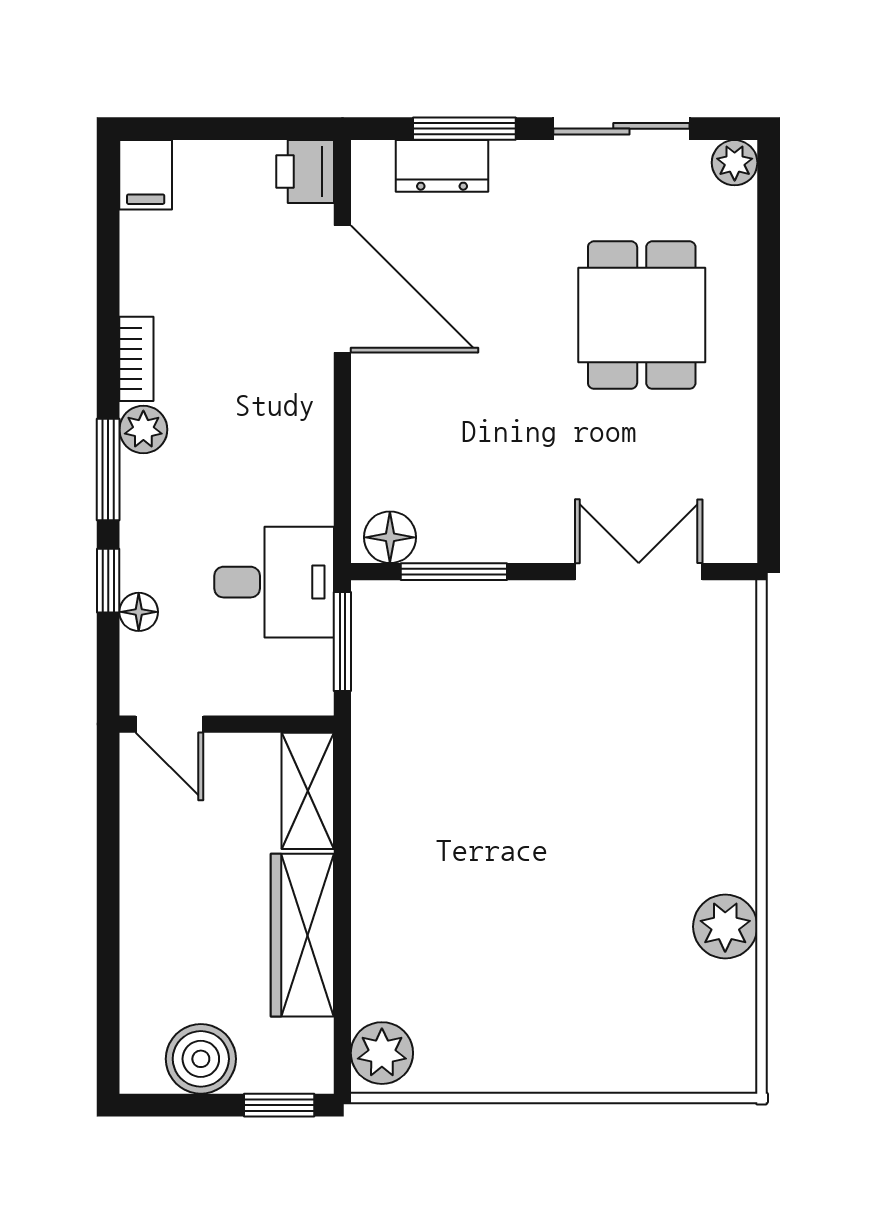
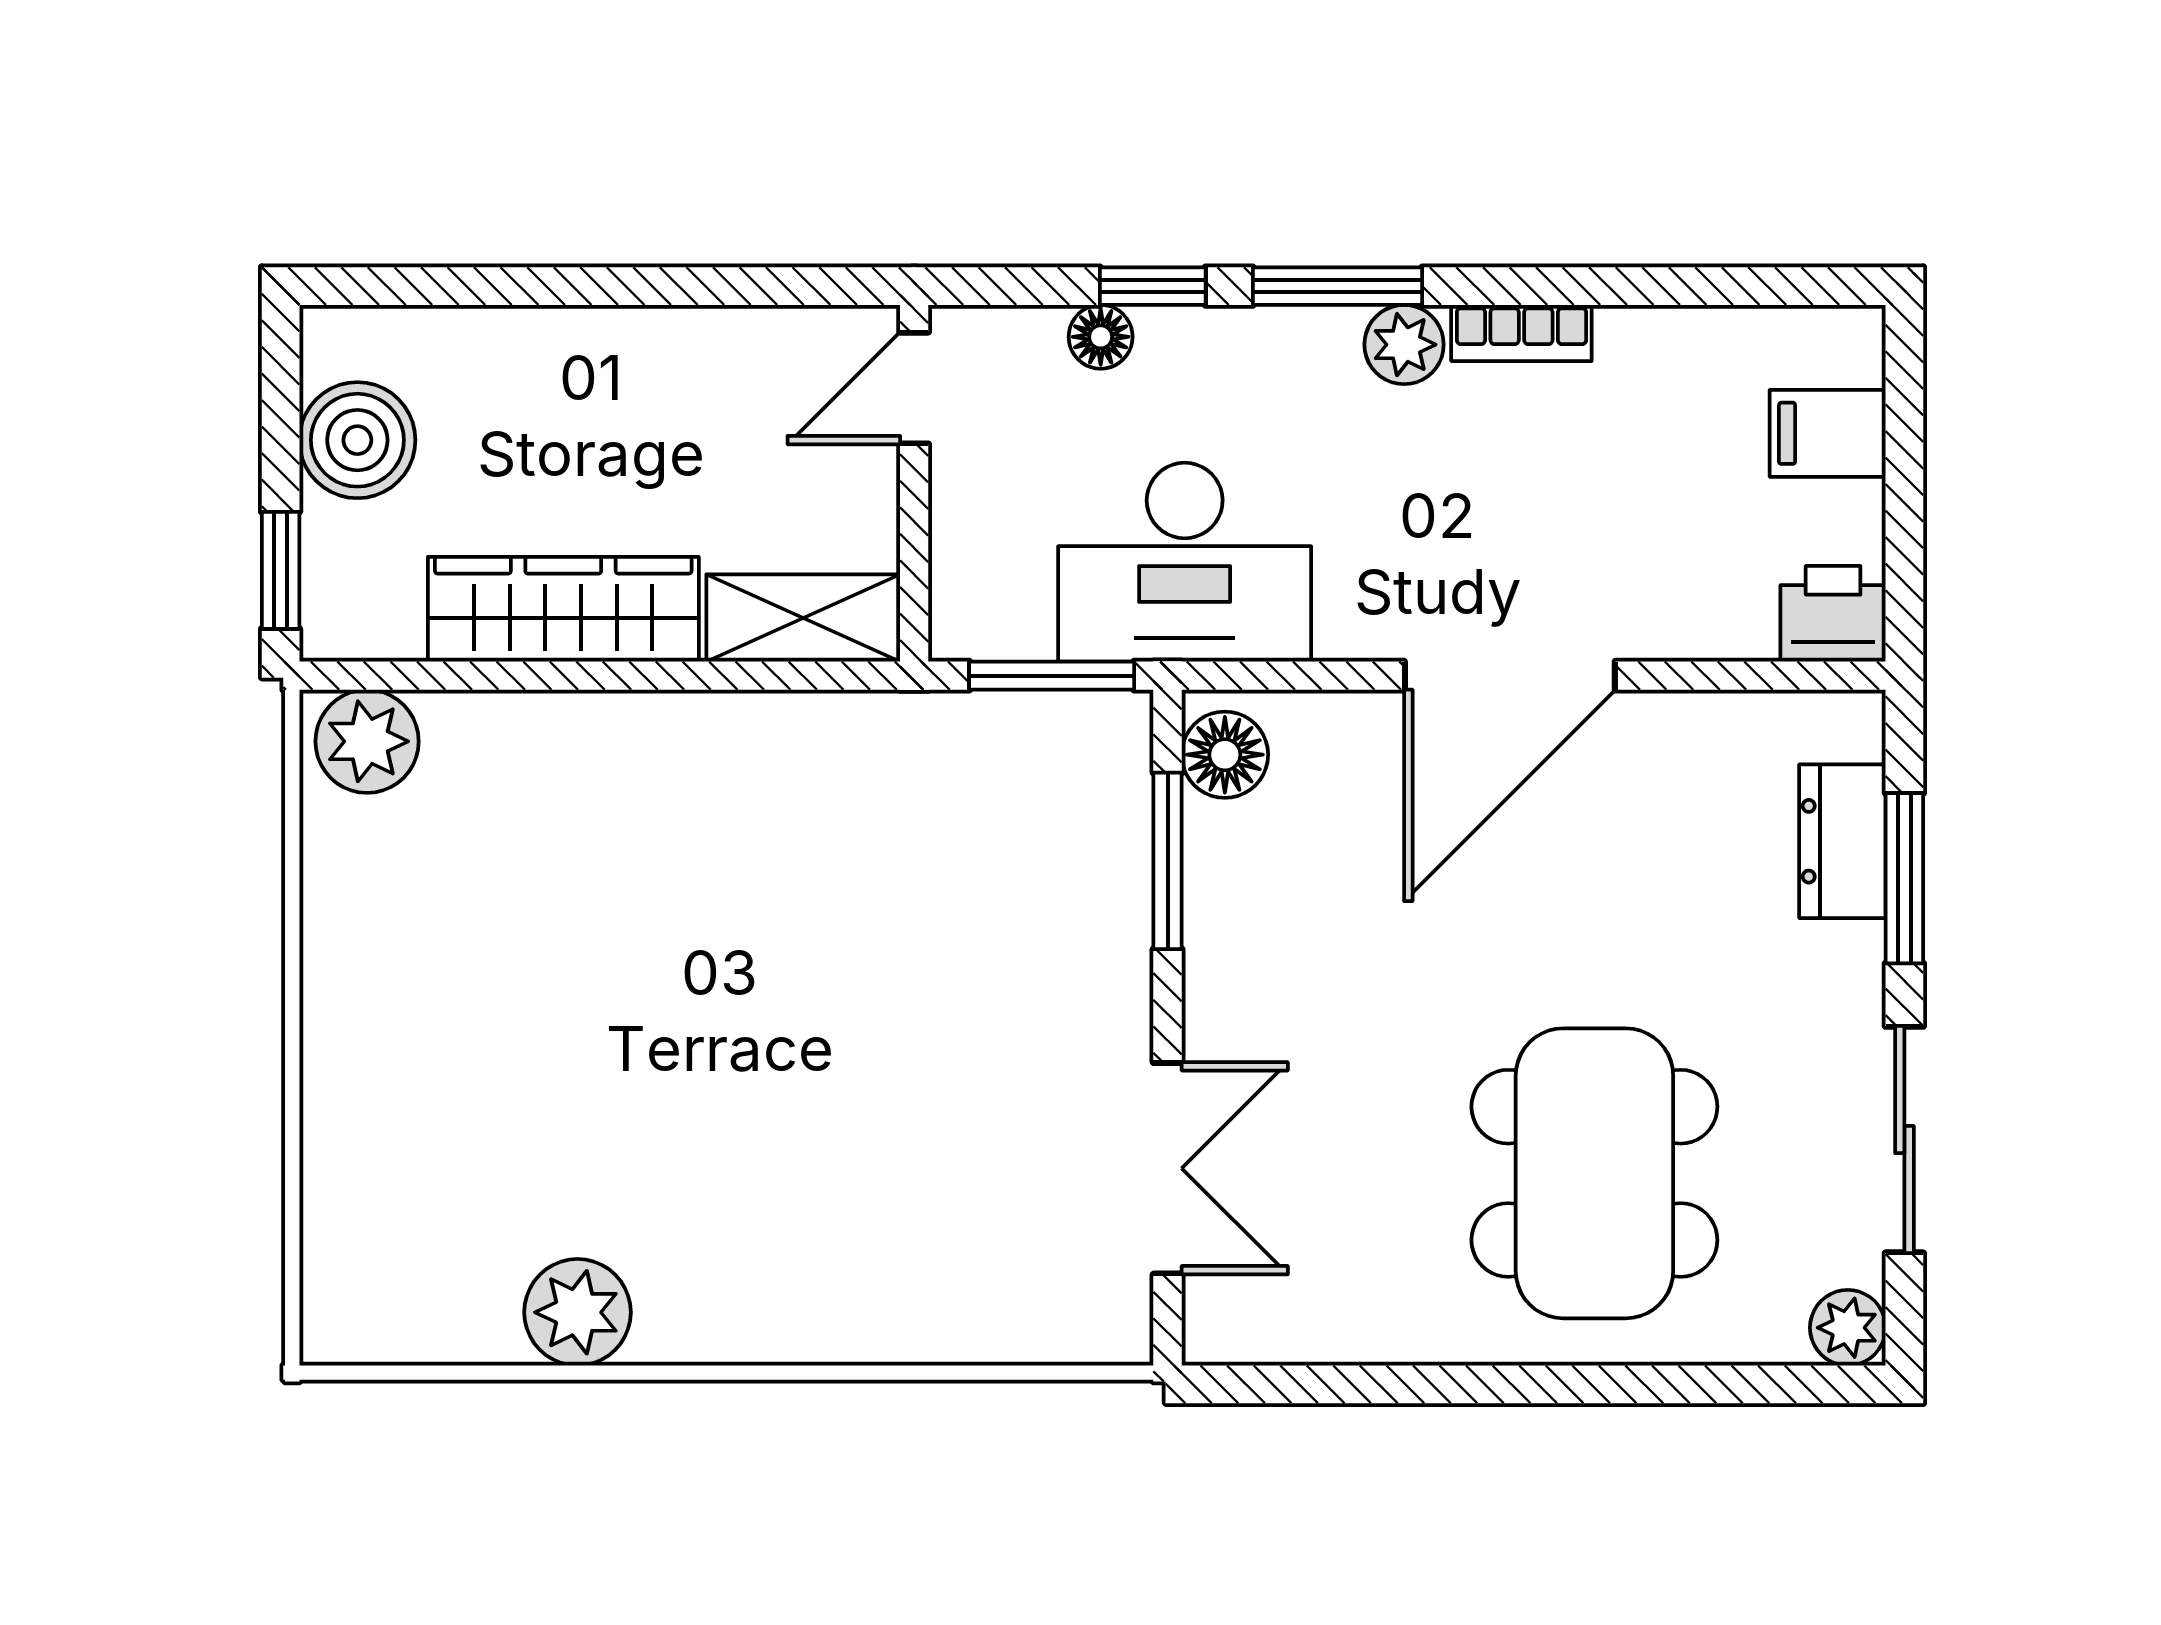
filing cabinet: (146, 175) -> (1828, 433), moved
door: (342, 289) -> (1510, 676), moved
dining table: (642, 315) -> (1594, 1173), width x1.38
desk: (274, 582) -> (1185, 562), width x1.37

